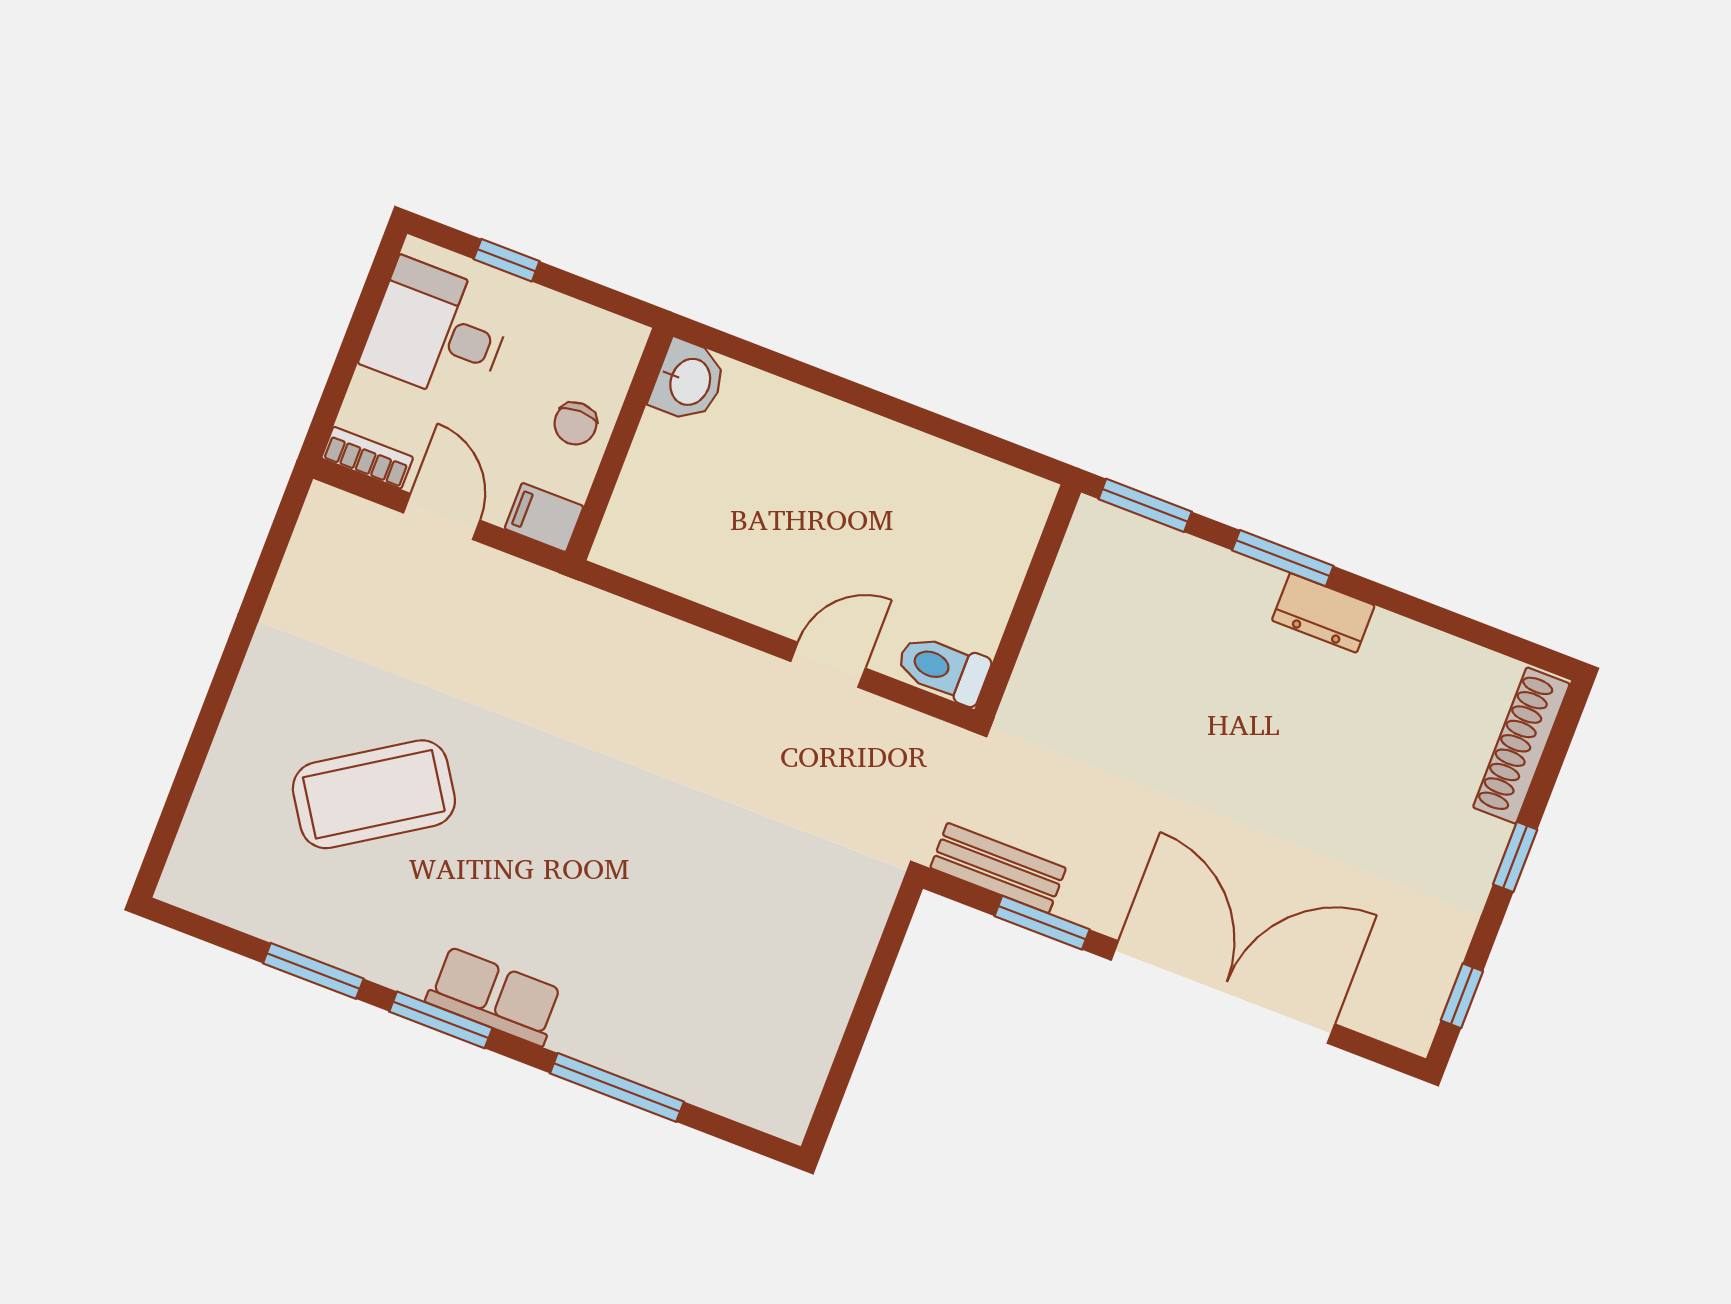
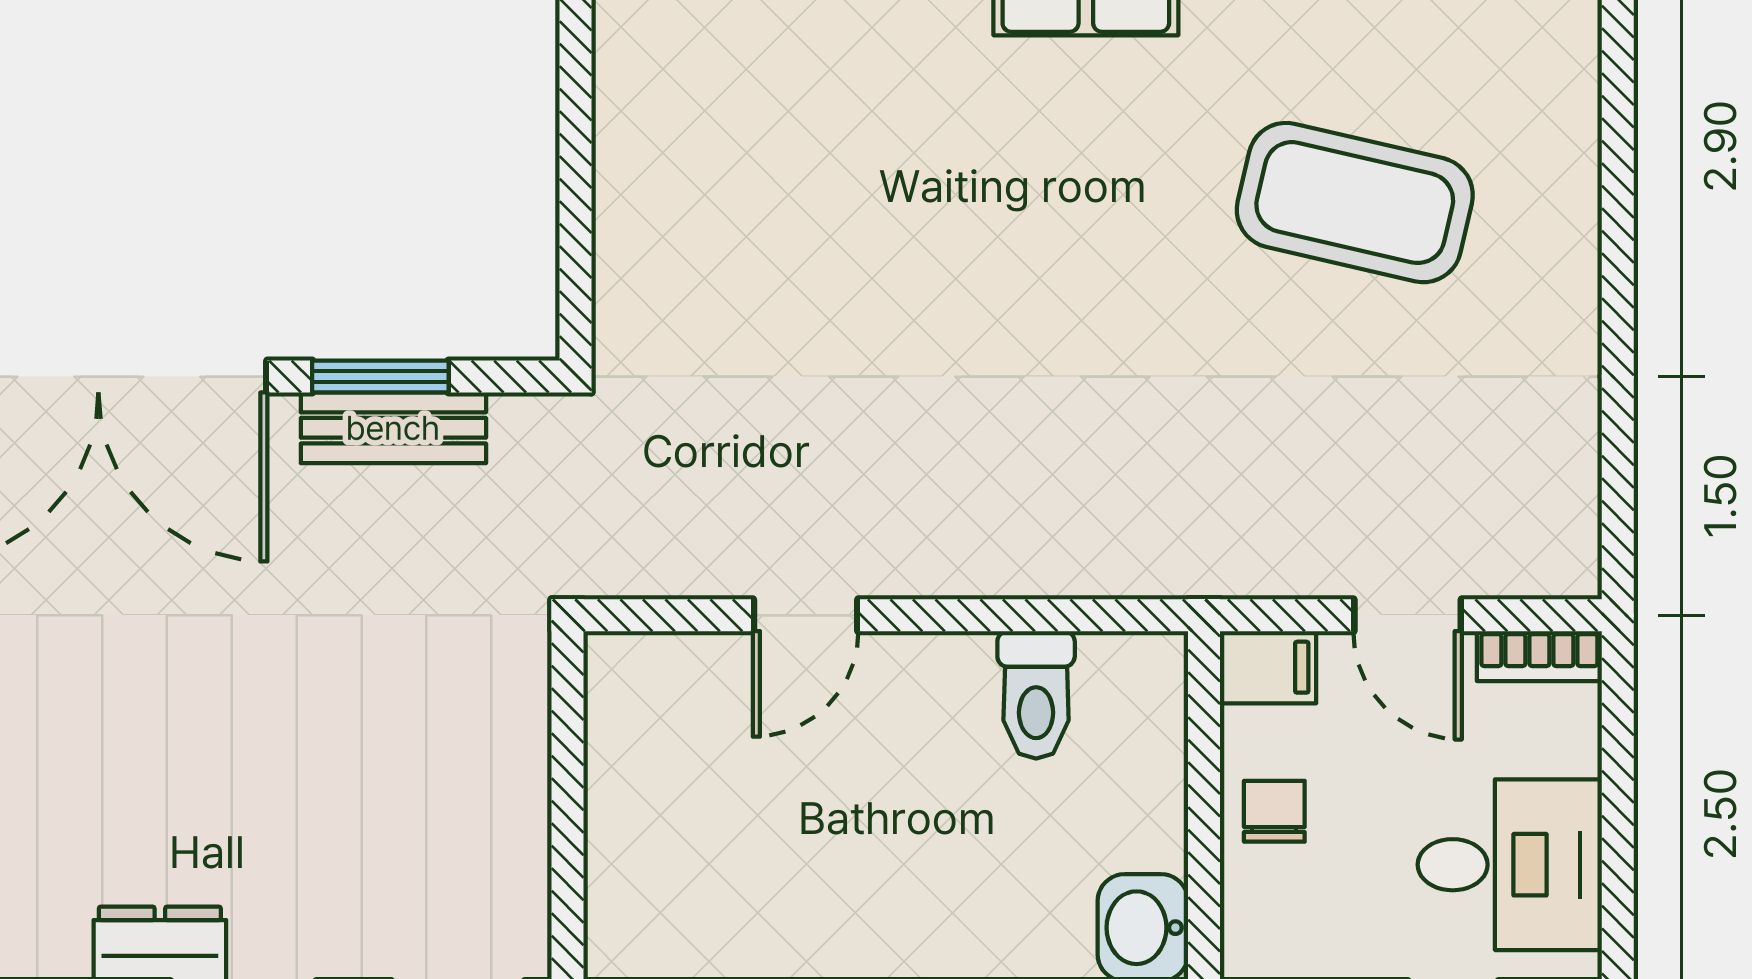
toilet: (943, 669) -> (1036, 695), moved, turned 90
coffee table: (374, 794) -> (1355, 203), turned 46
bench: (998, 868) -> (393, 428), moved

